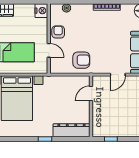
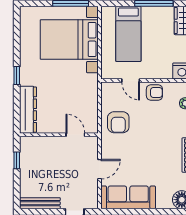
door: (49, 50) -> (131, 80), hinge flipped
door: (118, 75) -> (100, 169), swing flipped

